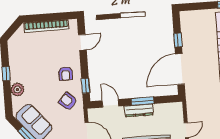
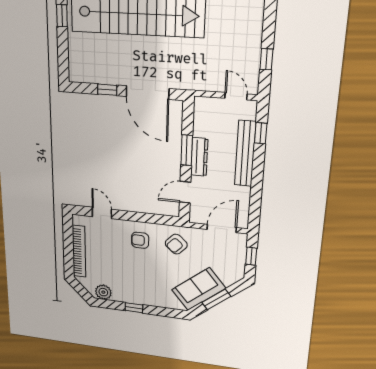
armchair: (66, 74) -> (140, 240), turned 180
window: (86, 86) -> (158, 219), removed
plant: (17, 90) -> (103, 292), moved

